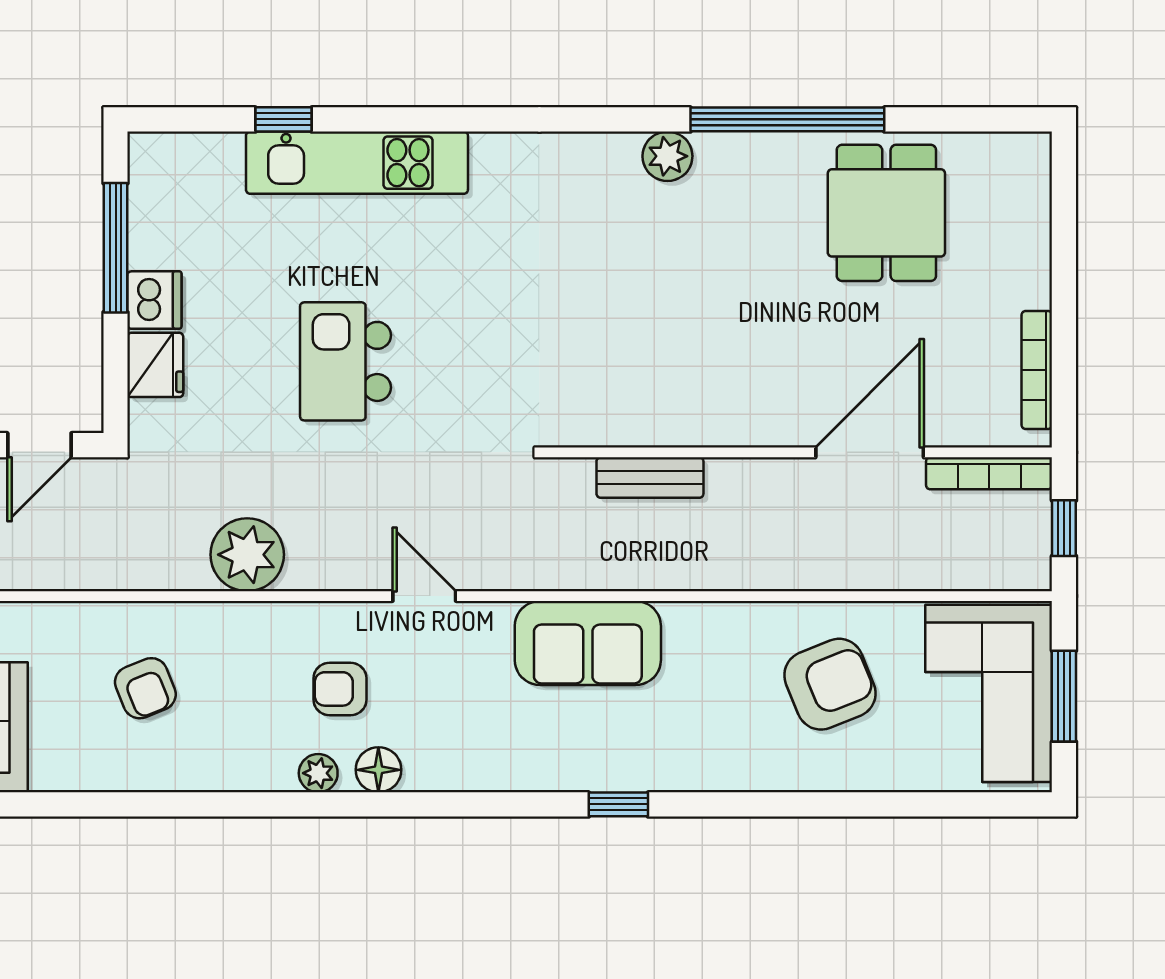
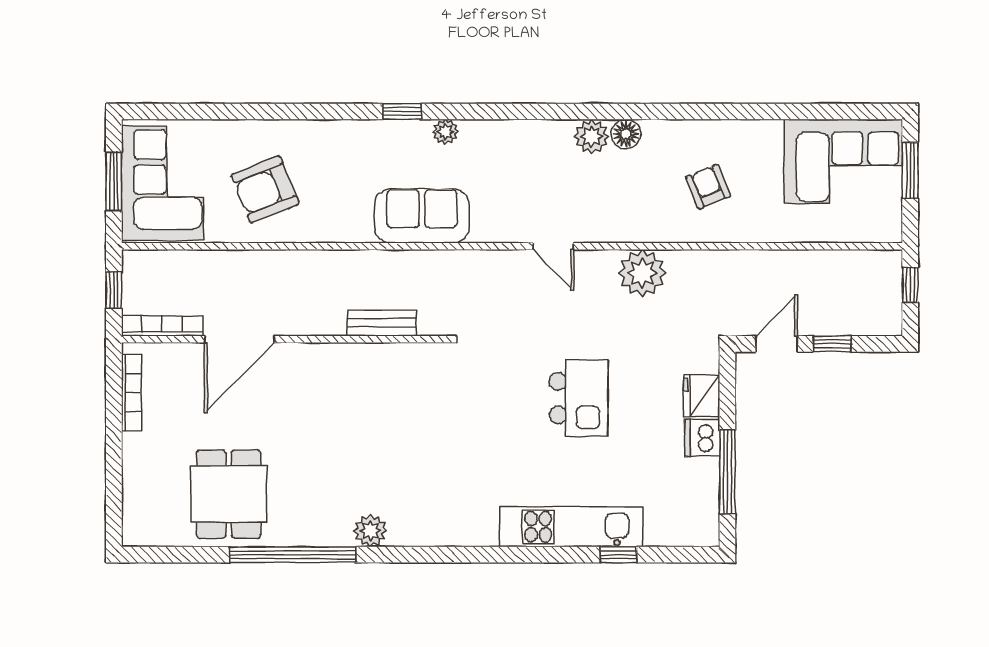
door: (424, 596) -> (553, 246), moved
armchair: (340, 689) -> (582, 186), removed
floor lamp: (378, 770) -> (626, 134), moved
plant: (318, 773) -> (592, 136), width x1.38, depth x1.38
plant: (551, 773) -> (445, 132), added

